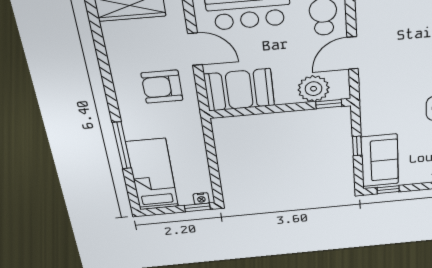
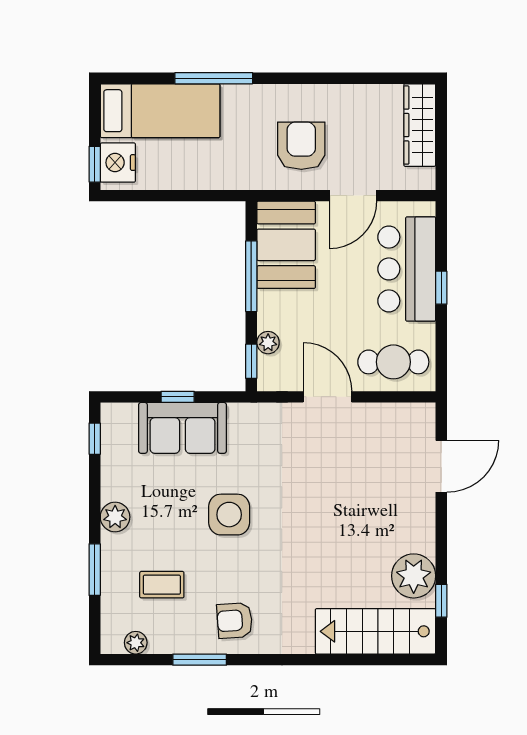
plant: (314, 89) -> (268, 343), width x0.53, depth x0.53
window: (266, 110) -> (251, 276), added
sofa: (380, 161) -> (182, 428), moved
nightstand: (201, 199) -> (118, 163), width x1.89, depth x1.79

